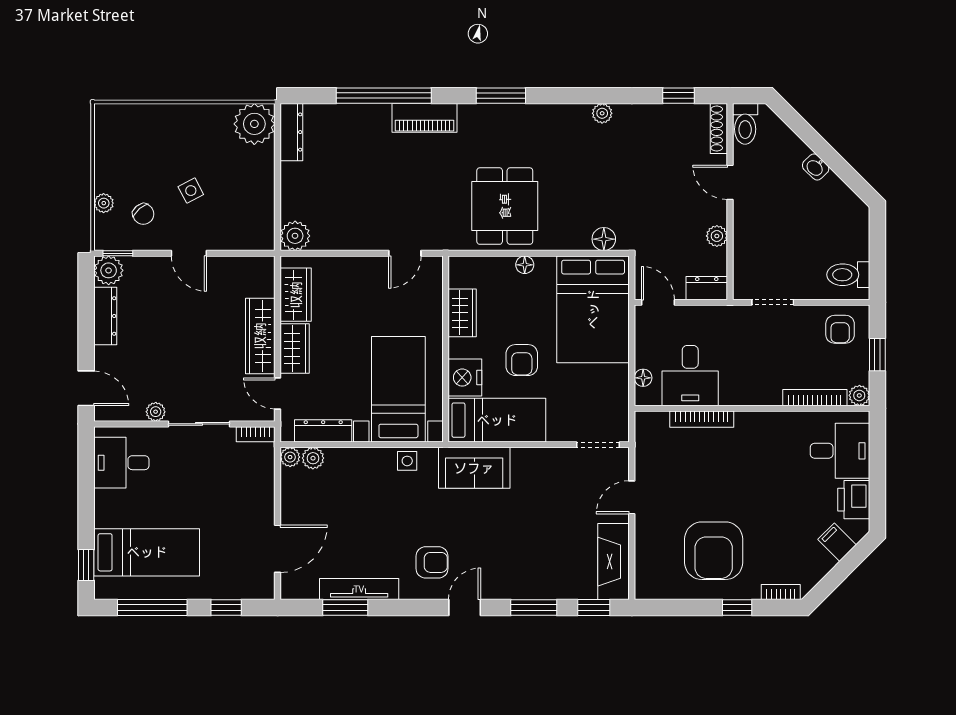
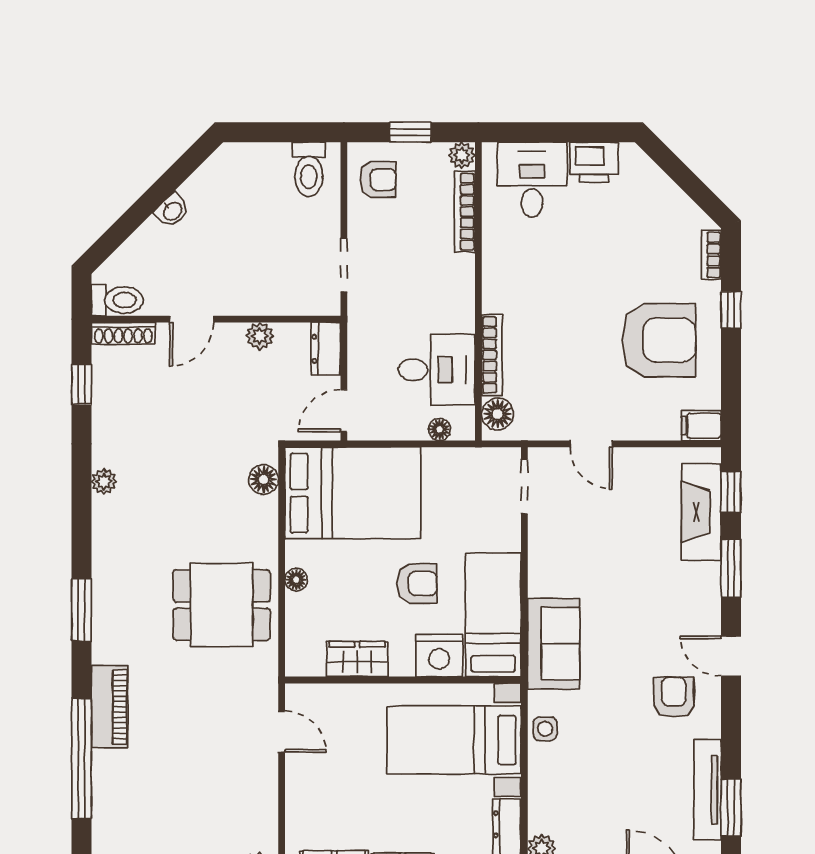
floor lamp: (655, 424) -> (498, 414), added
filing cabinet: (837, 542) -> (701, 426), moved, turned 45
fireplace: (614, 562) -> (701, 512), moved, turned 90

